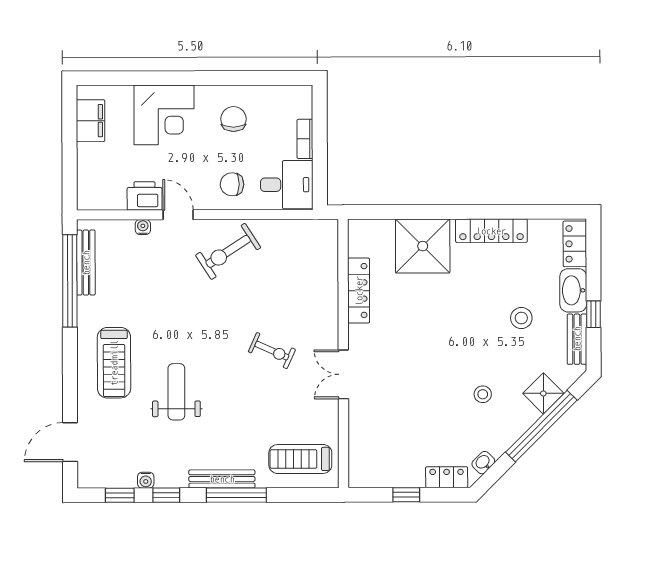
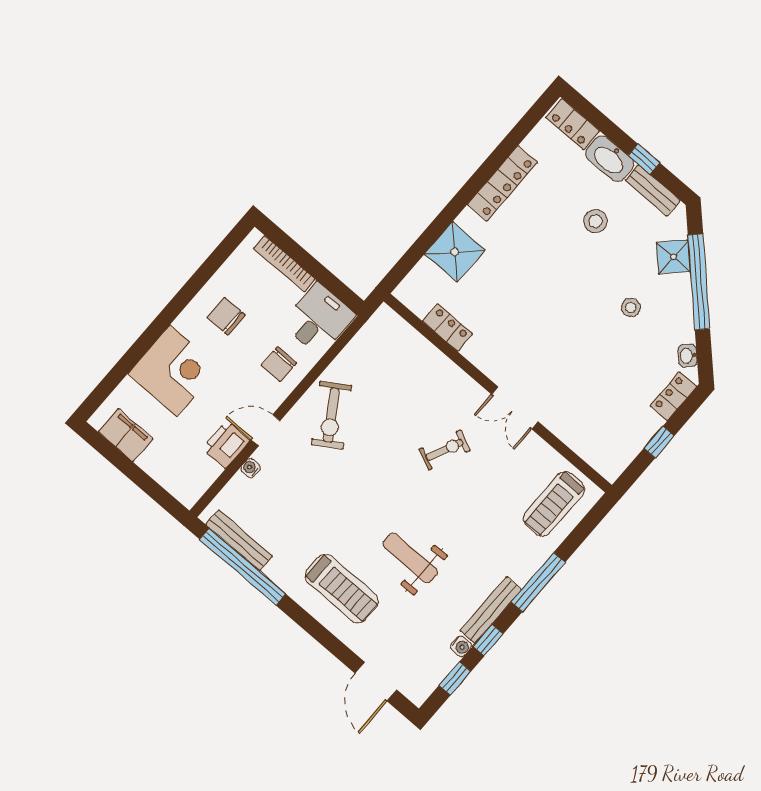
bookcase: (305, 139) -> (284, 264), width x1.56
shower: (423, 246) -> (455, 252), width x0.73, depth x0.73
locker: (359, 291) -> (448, 328), width x0.66
bench: (222, 479) -> (491, 610), moved

